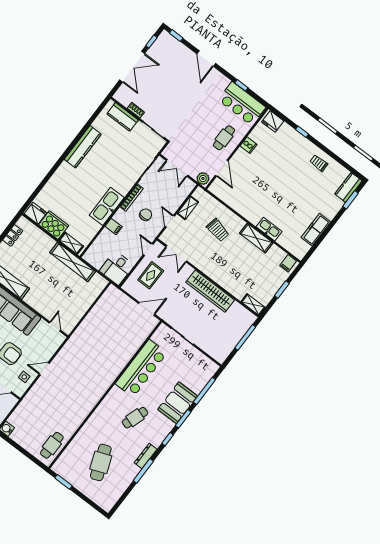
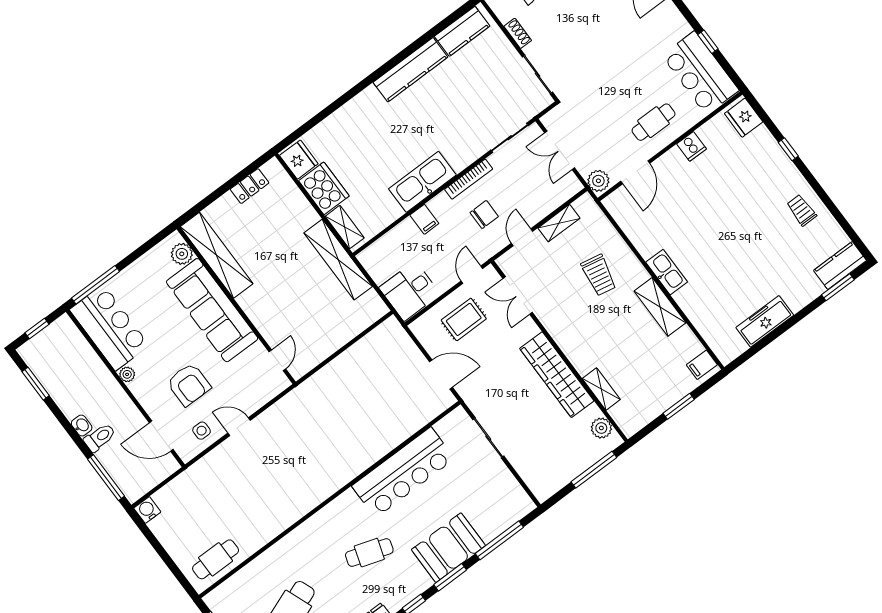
kitchen counter: (123, 117) -> (462, 31), moved, turned -90
kitchen sink: (269, 229) -> (667, 272), moved
shelving: (253, 305) -> (601, 389), moved
plant: (243, 313) -> (601, 428), added

